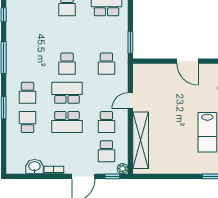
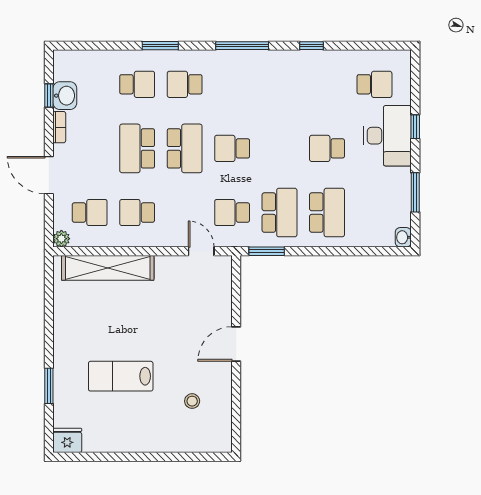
school desk: (106, 34) -> (280, 213), added
door: (130, 101) -> (201, 251), moved
school desk: (106, 151) -> (90, 213), turned 180
window: (112, 176) -> (49, 95), moved

